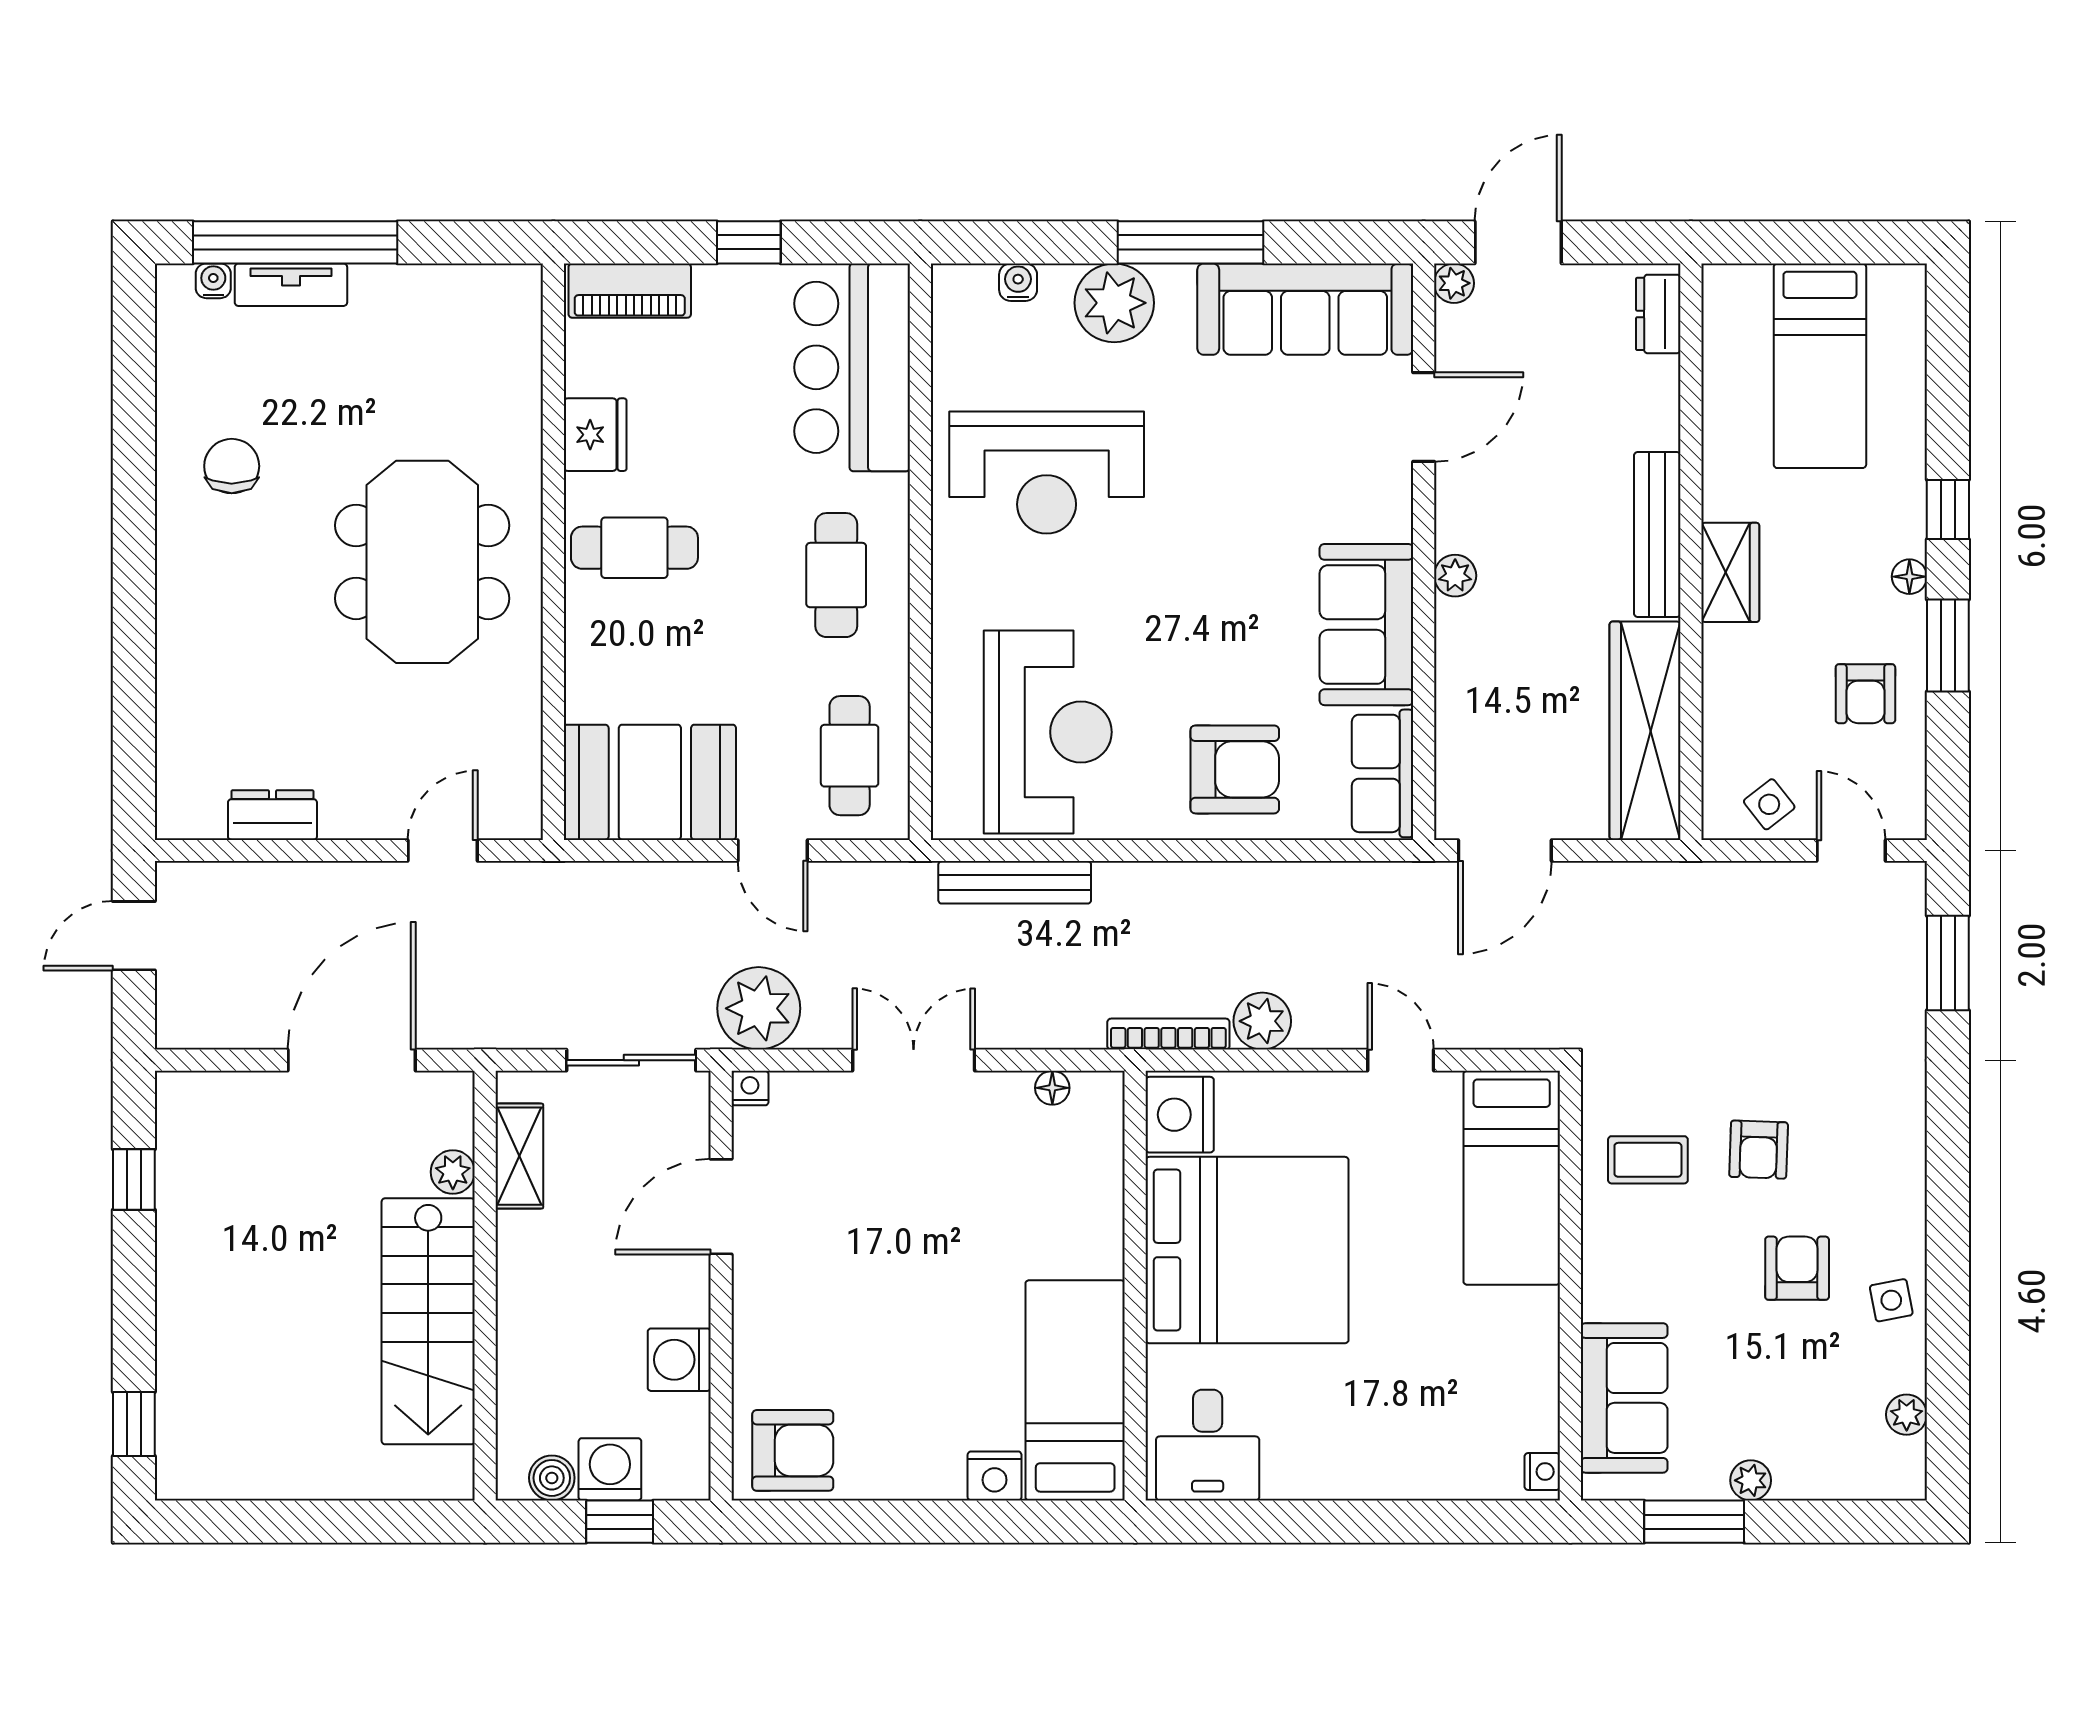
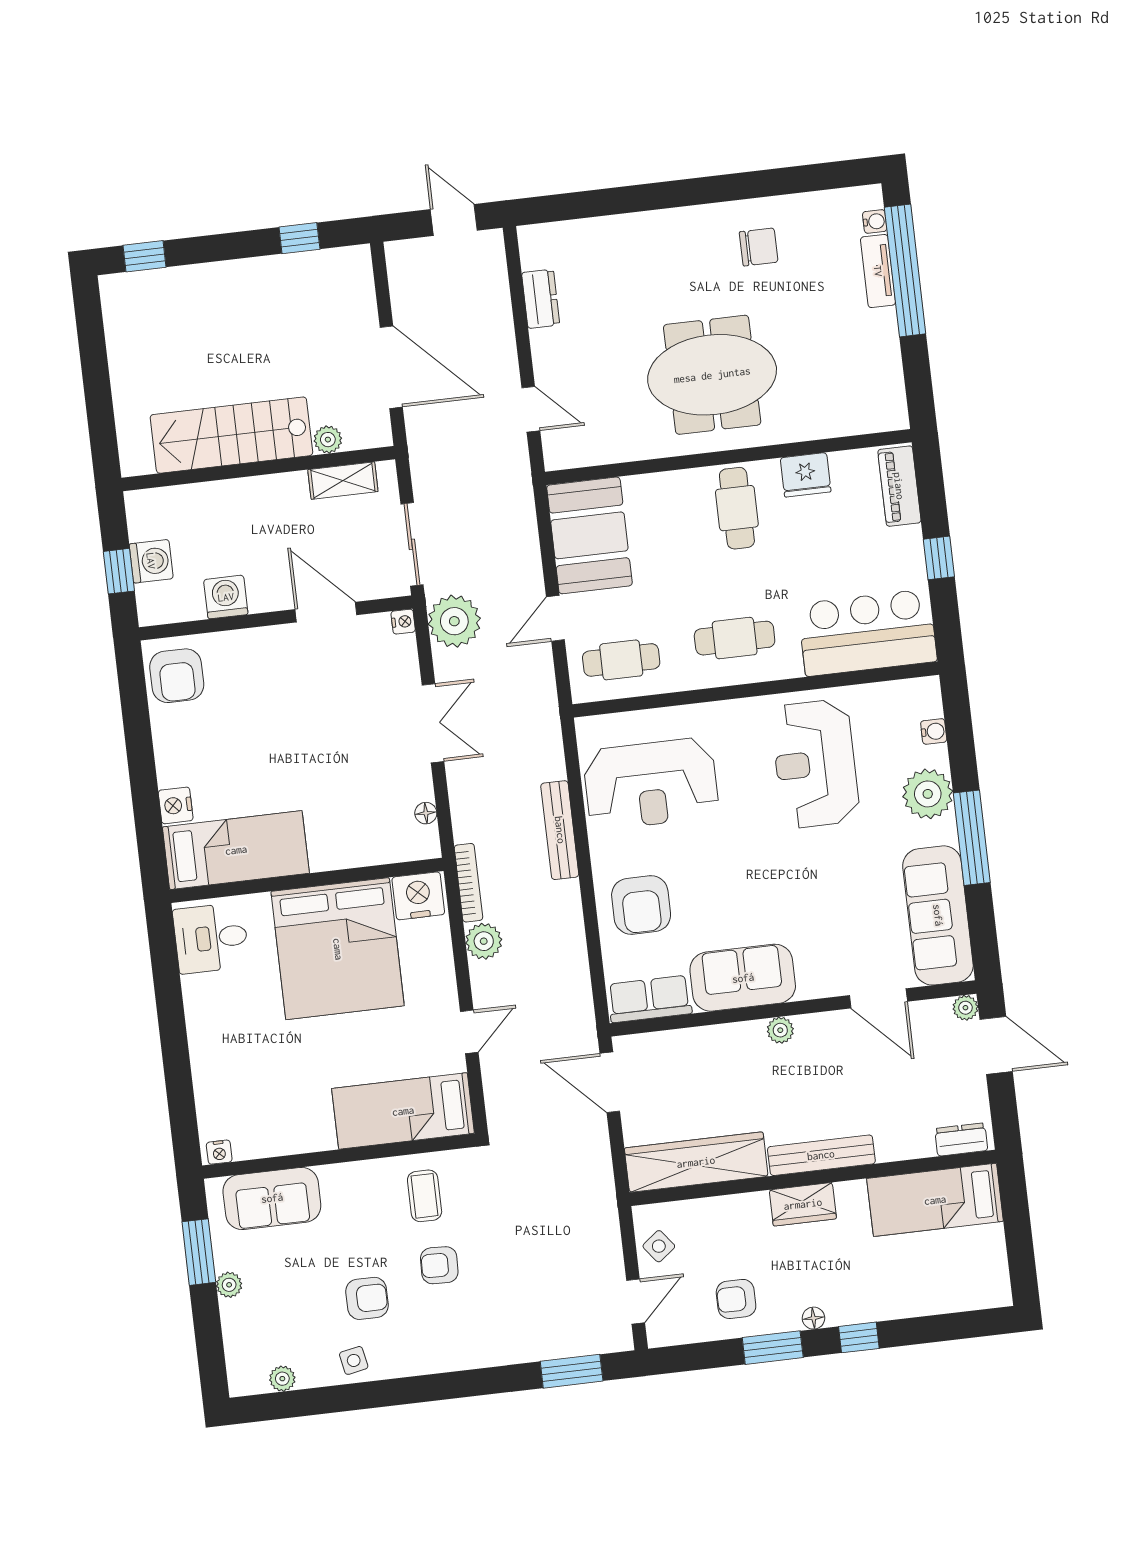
bed: (1820, 366) -> (935, 1200), moved
bench: (1015, 882) -> (560, 830), moved
boiler: (552, 1478) -> (141, 525), removed

